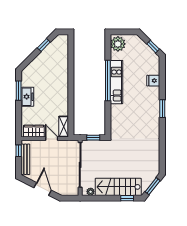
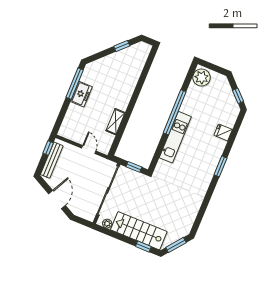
kitchen unit: (117, 82) -> (175, 137), moved
window: (19, 91) -> (75, 84), width x1.44
shelving: (64, 127) -> (115, 122), moved
wardrobe: (34, 131) -> (73, 134), removed

